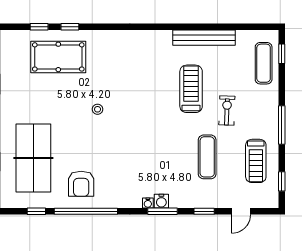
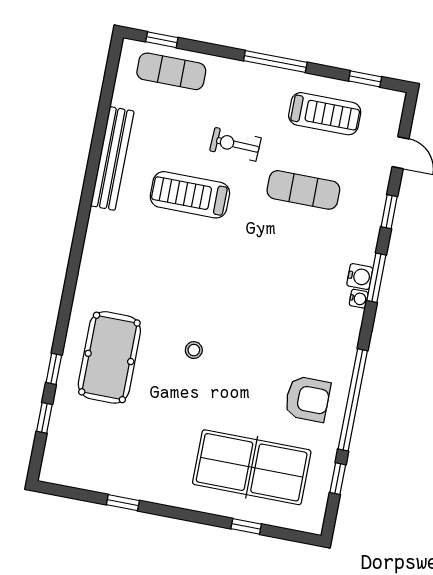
pool table: (58, 57) -> (109, 357), moved

